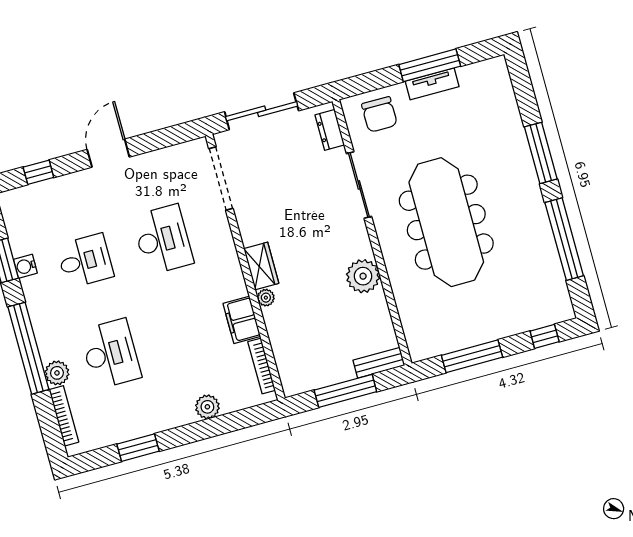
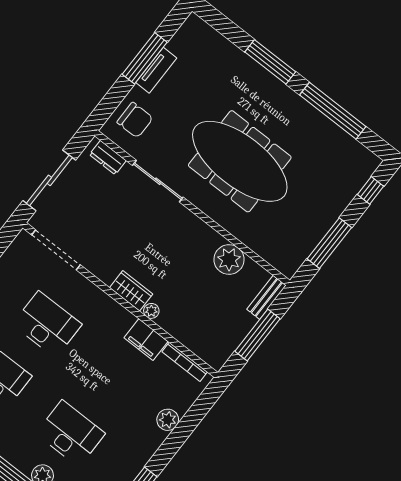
plant: (363, 276) -> (229, 259), moved

